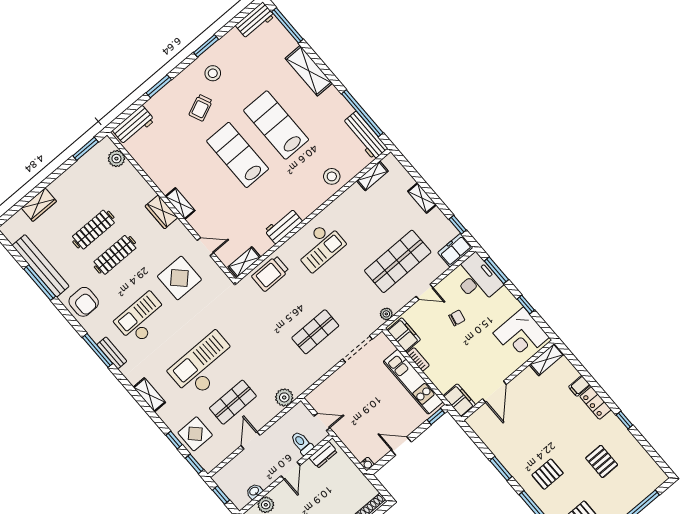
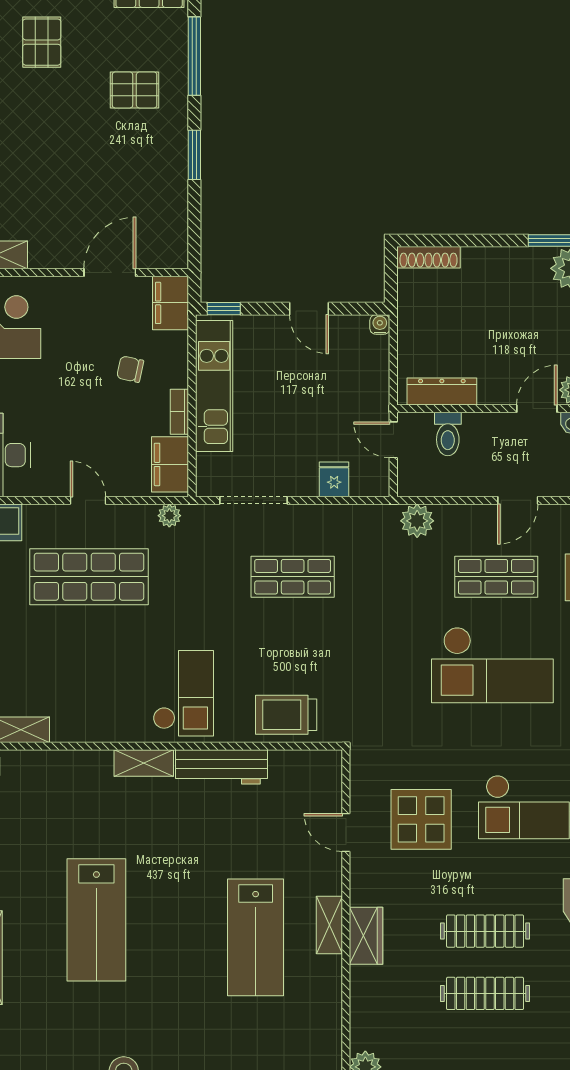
trolley: (201, 108) -> (183, 1037), removed
lab bench: (238, 155) -> (256, 937), moved
stool: (332, 176) -> (80, 779), removed
workbench: (283, 226) -> (222, 767), width x1.38
checkout: (319, 247) -> (183, 693), turned 90
shelving: (244, 262) -> (144, 763), moved
trolley: (270, 274) -> (286, 715), turned 180
chair: (457, 318) -> (130, 369), moved
fridge: (332, 385) -> (334, 479), added
dresser: (323, 455) -> (442, 392), width x1.44
door: (291, 471) -> (537, 409), moved

